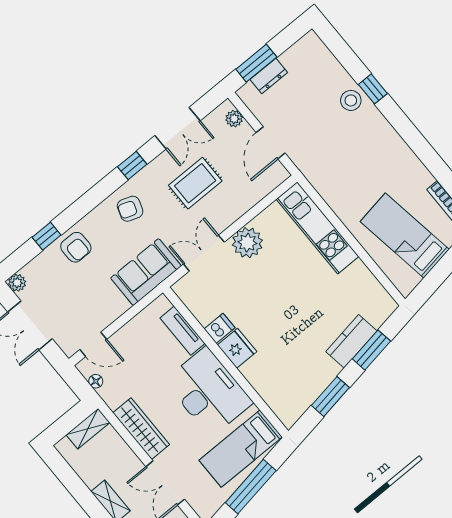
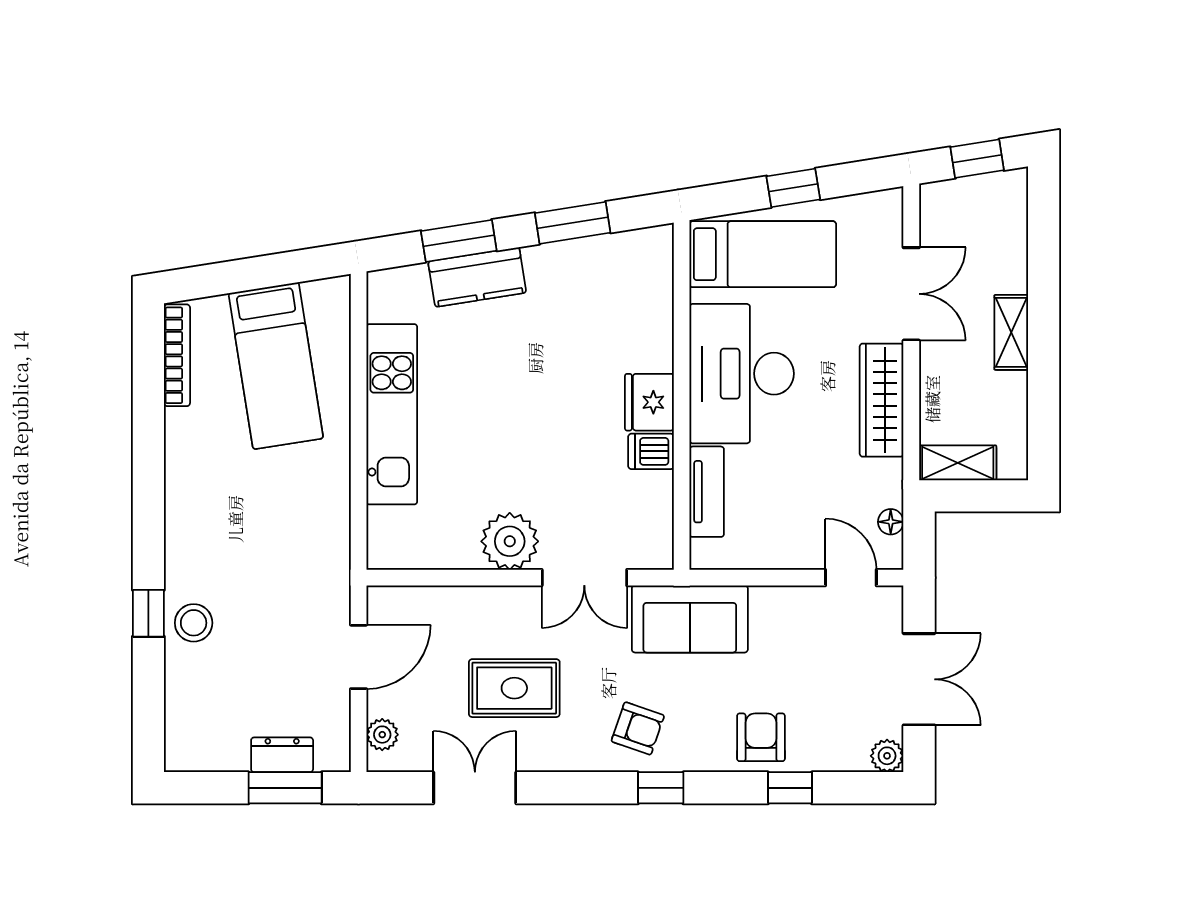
window: (132, 165) -> (661, 788), moved
kitchen unit: (318, 228) -> (392, 414), moved
window: (251, 487) -> (793, 188), width x0.46

